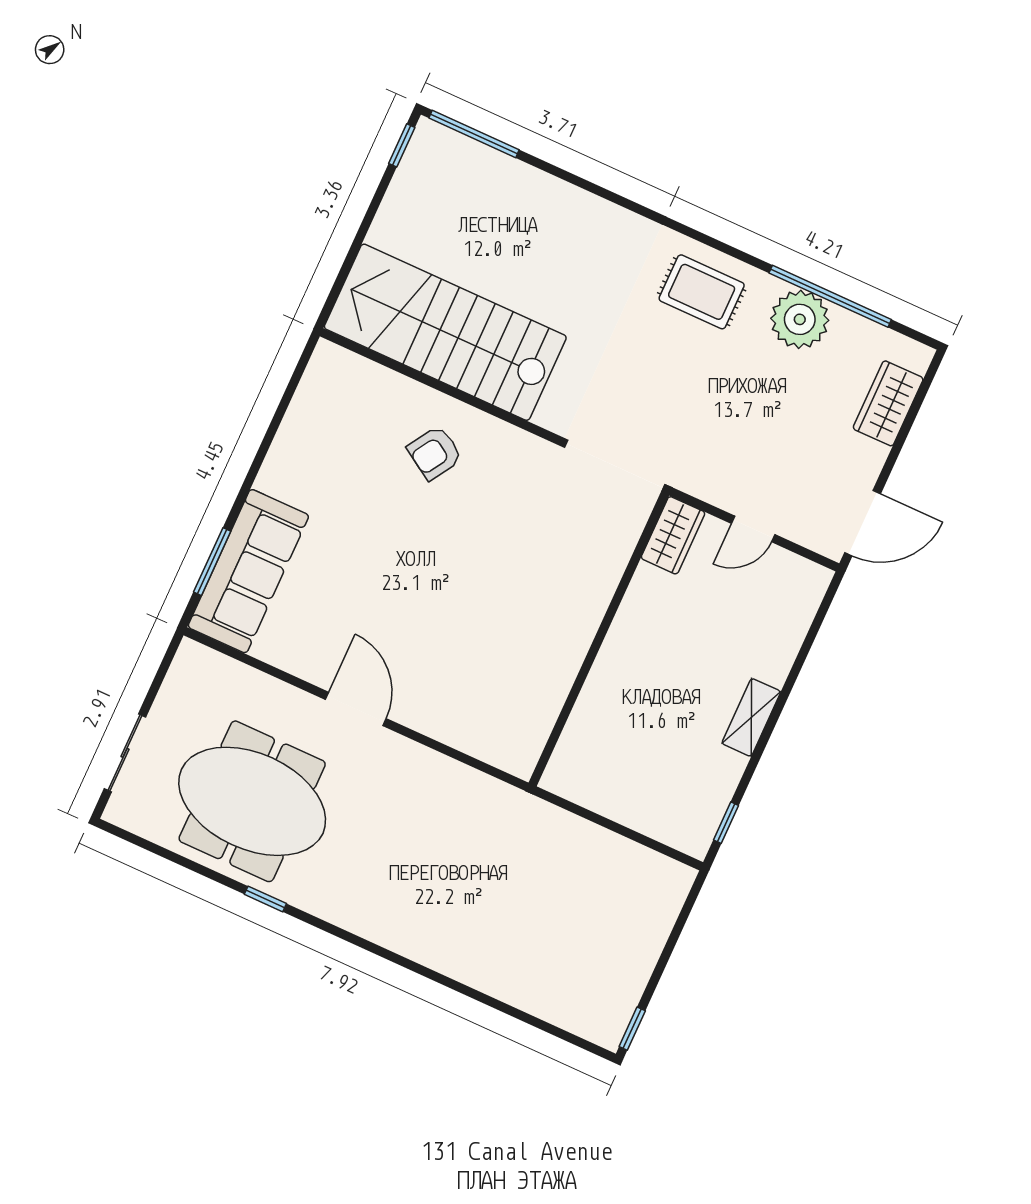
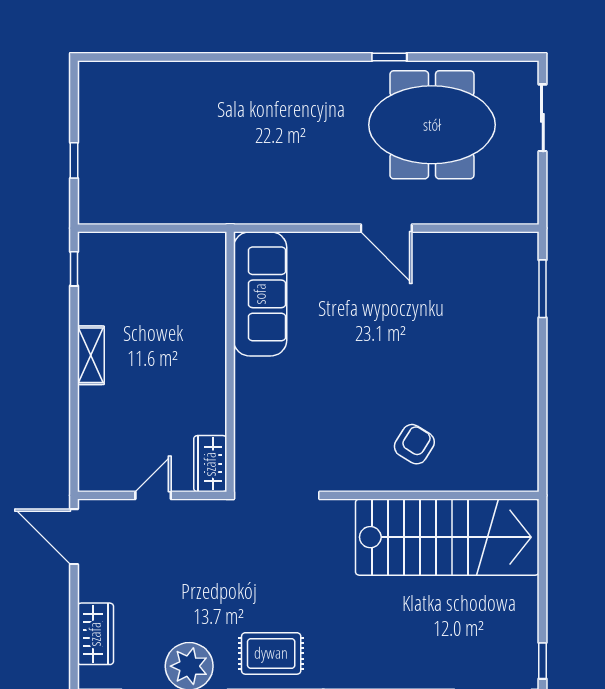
door: (863, 523) -> (74, 537), hinge flipped
sofa: (248, 571) -> (260, 294), moved, turned 180
window: (632, 1029) -> (74, 160), moved

